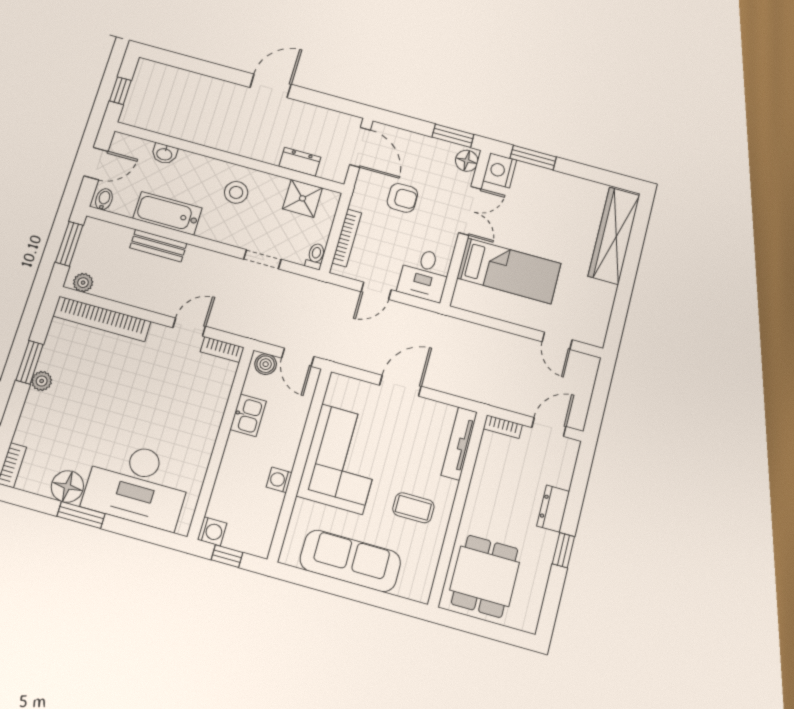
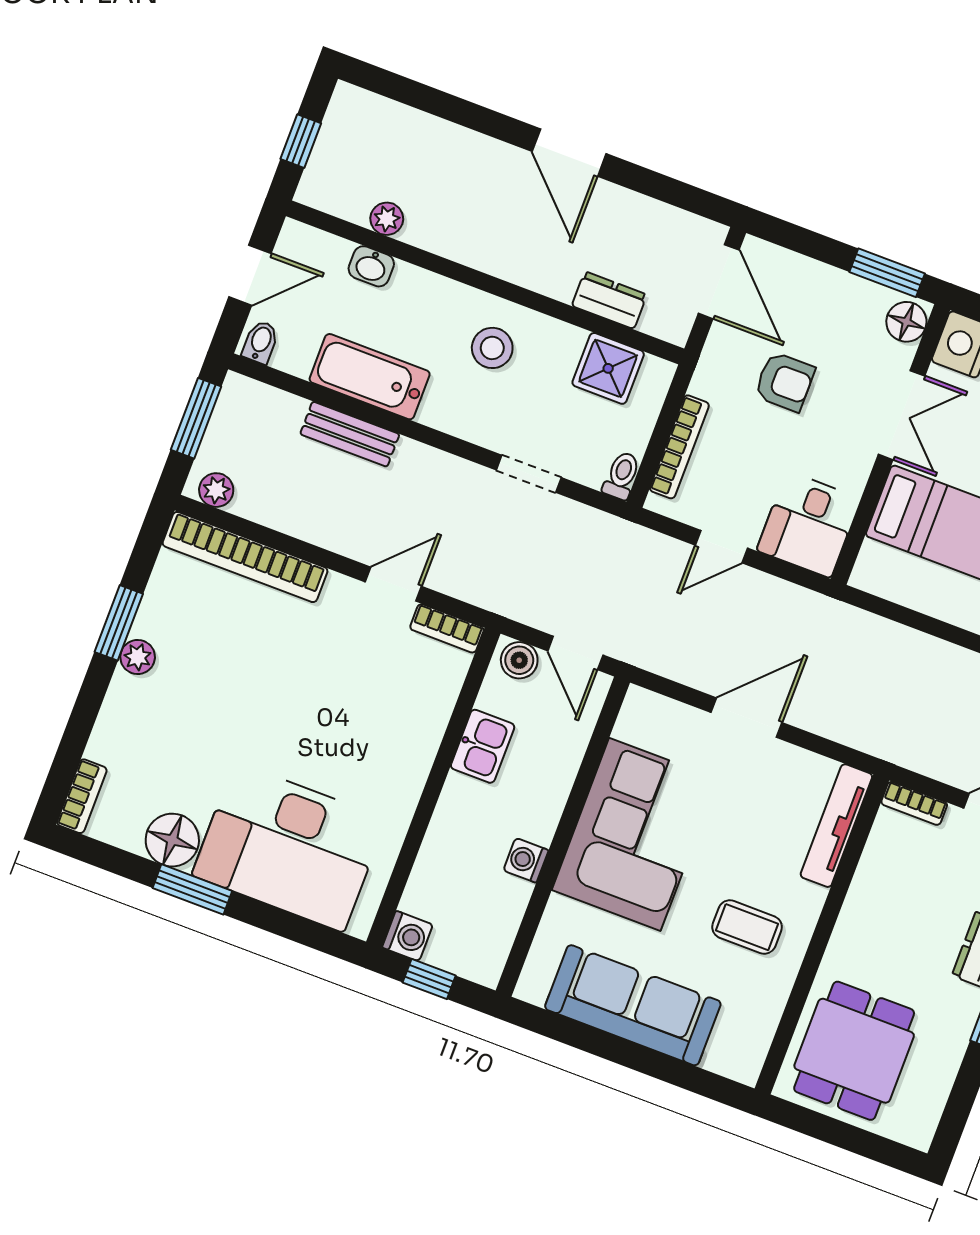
door: (271, 86) -> (569, 153), swing flipped
plant: (171, 128) -> (387, 219), added

